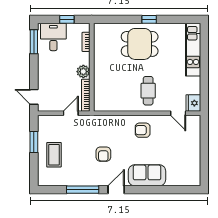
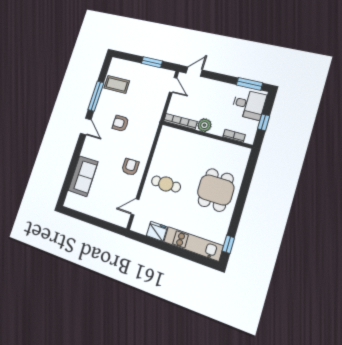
window: (149, 19) -> (228, 244), moved
fridge: (193, 103) -> (157, 231), moved
door: (71, 113) -> (173, 85), moved
coffee table: (54, 155) -> (117, 84), moved
sofa: (147, 175) -> (83, 176), moved

